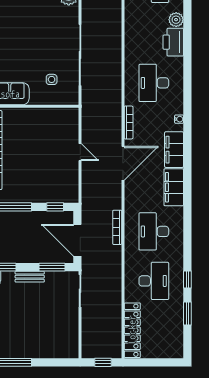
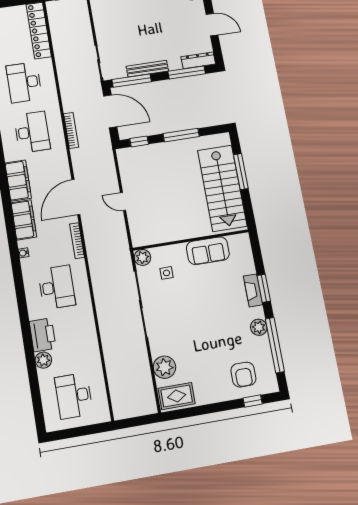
plant: (71, 97) -> (142, 257), added
window: (52, 267) -> (132, 81), width x1.44
bench: (30, 277) -> (147, 69), width x1.36

